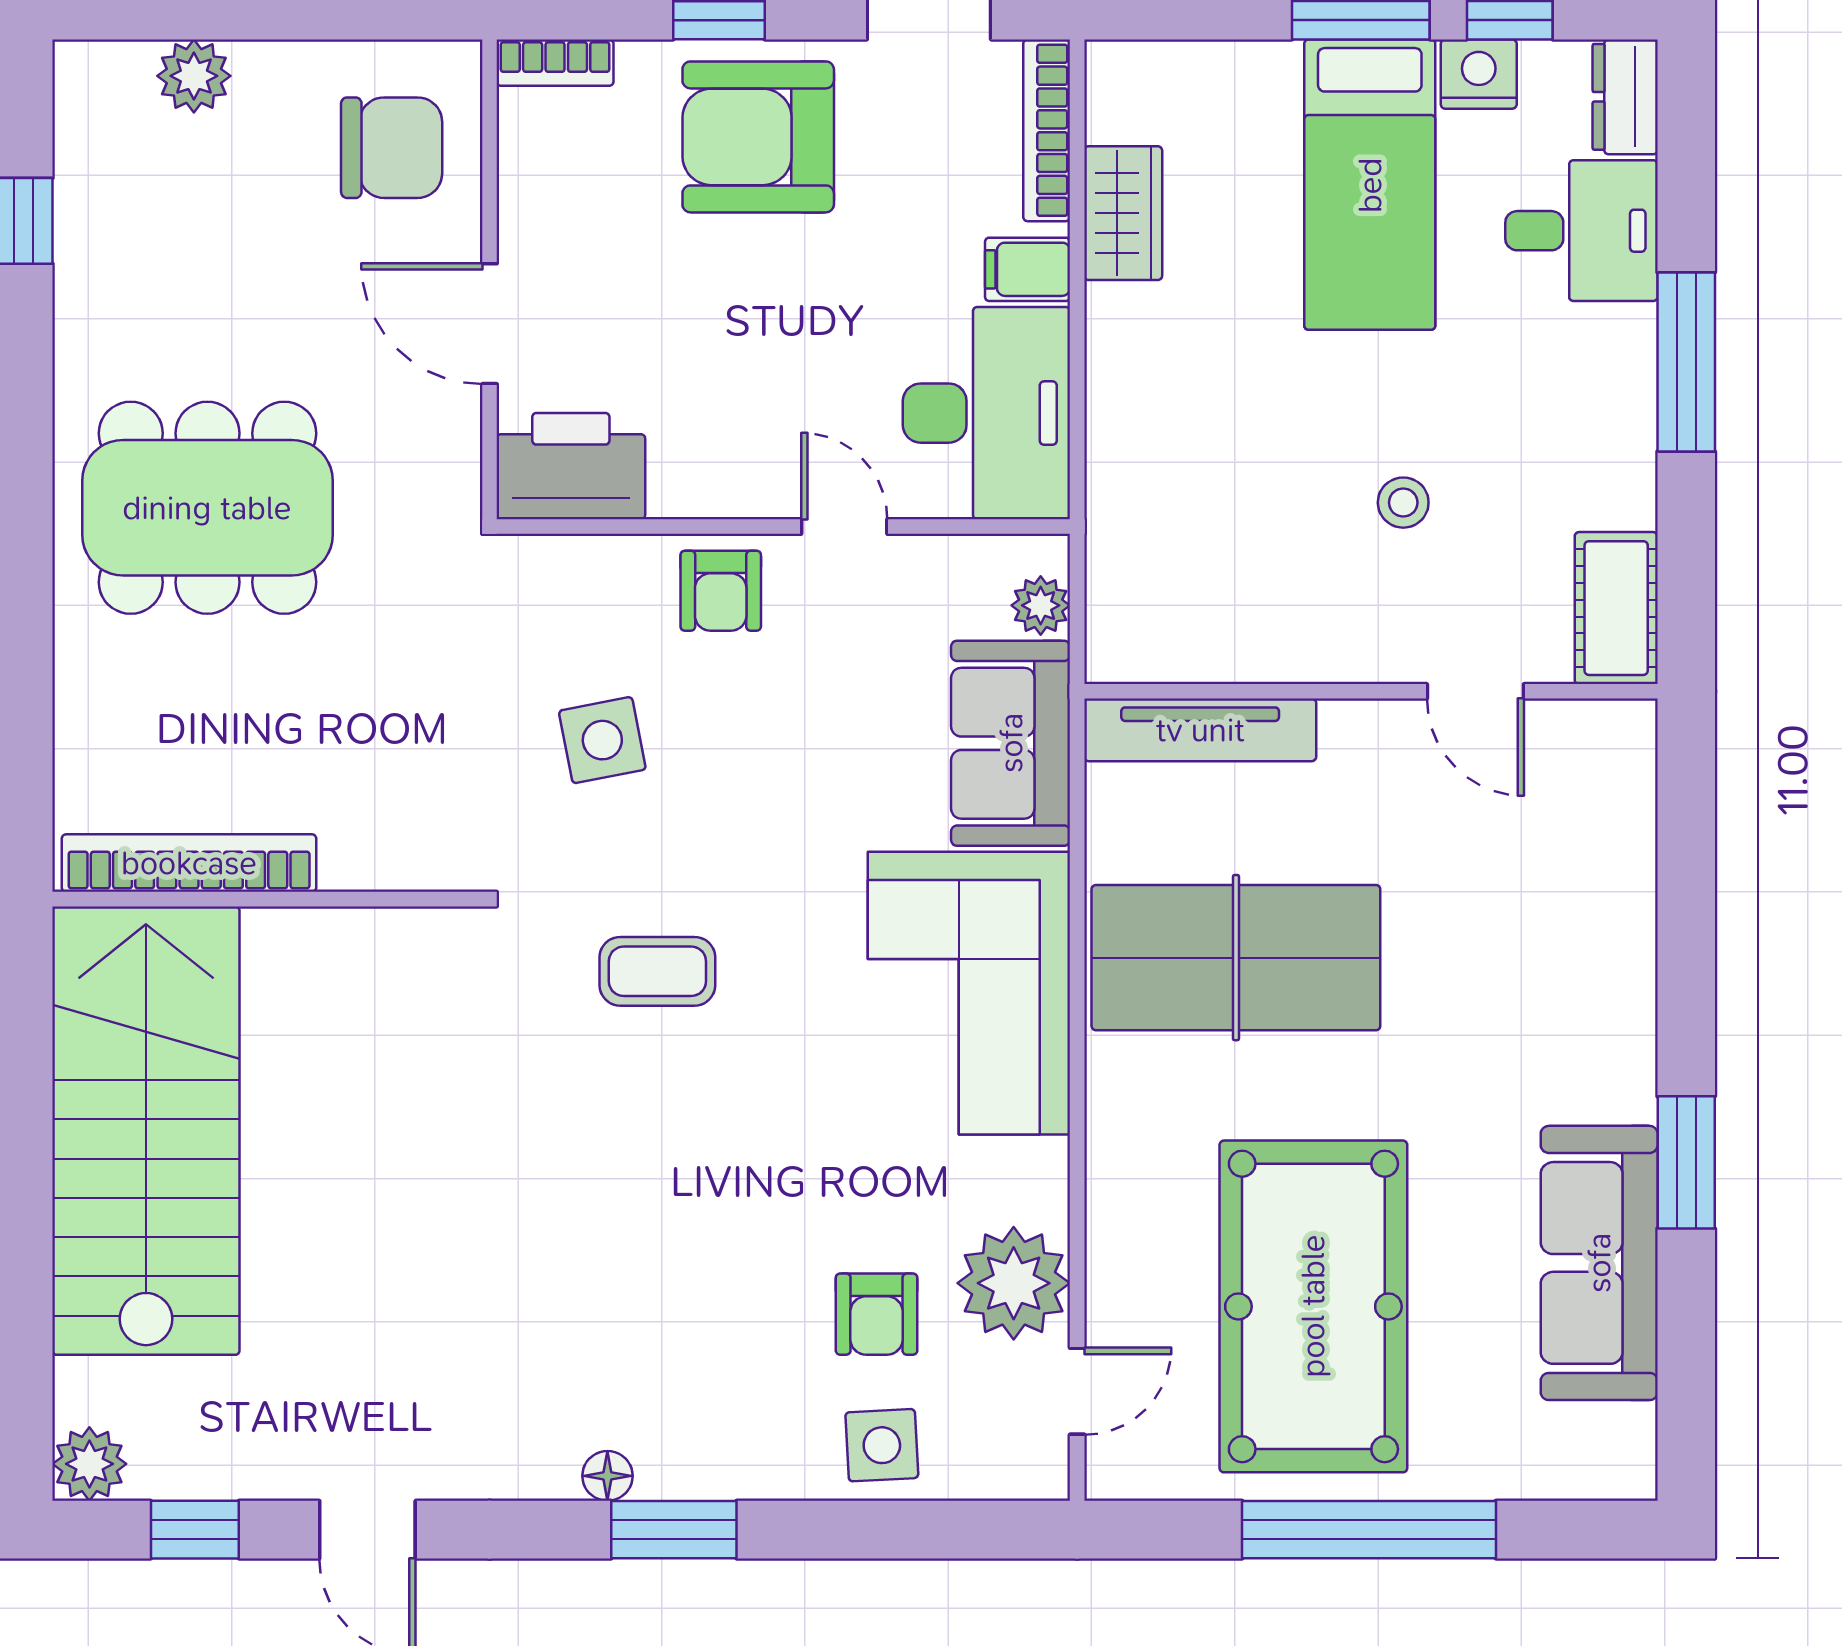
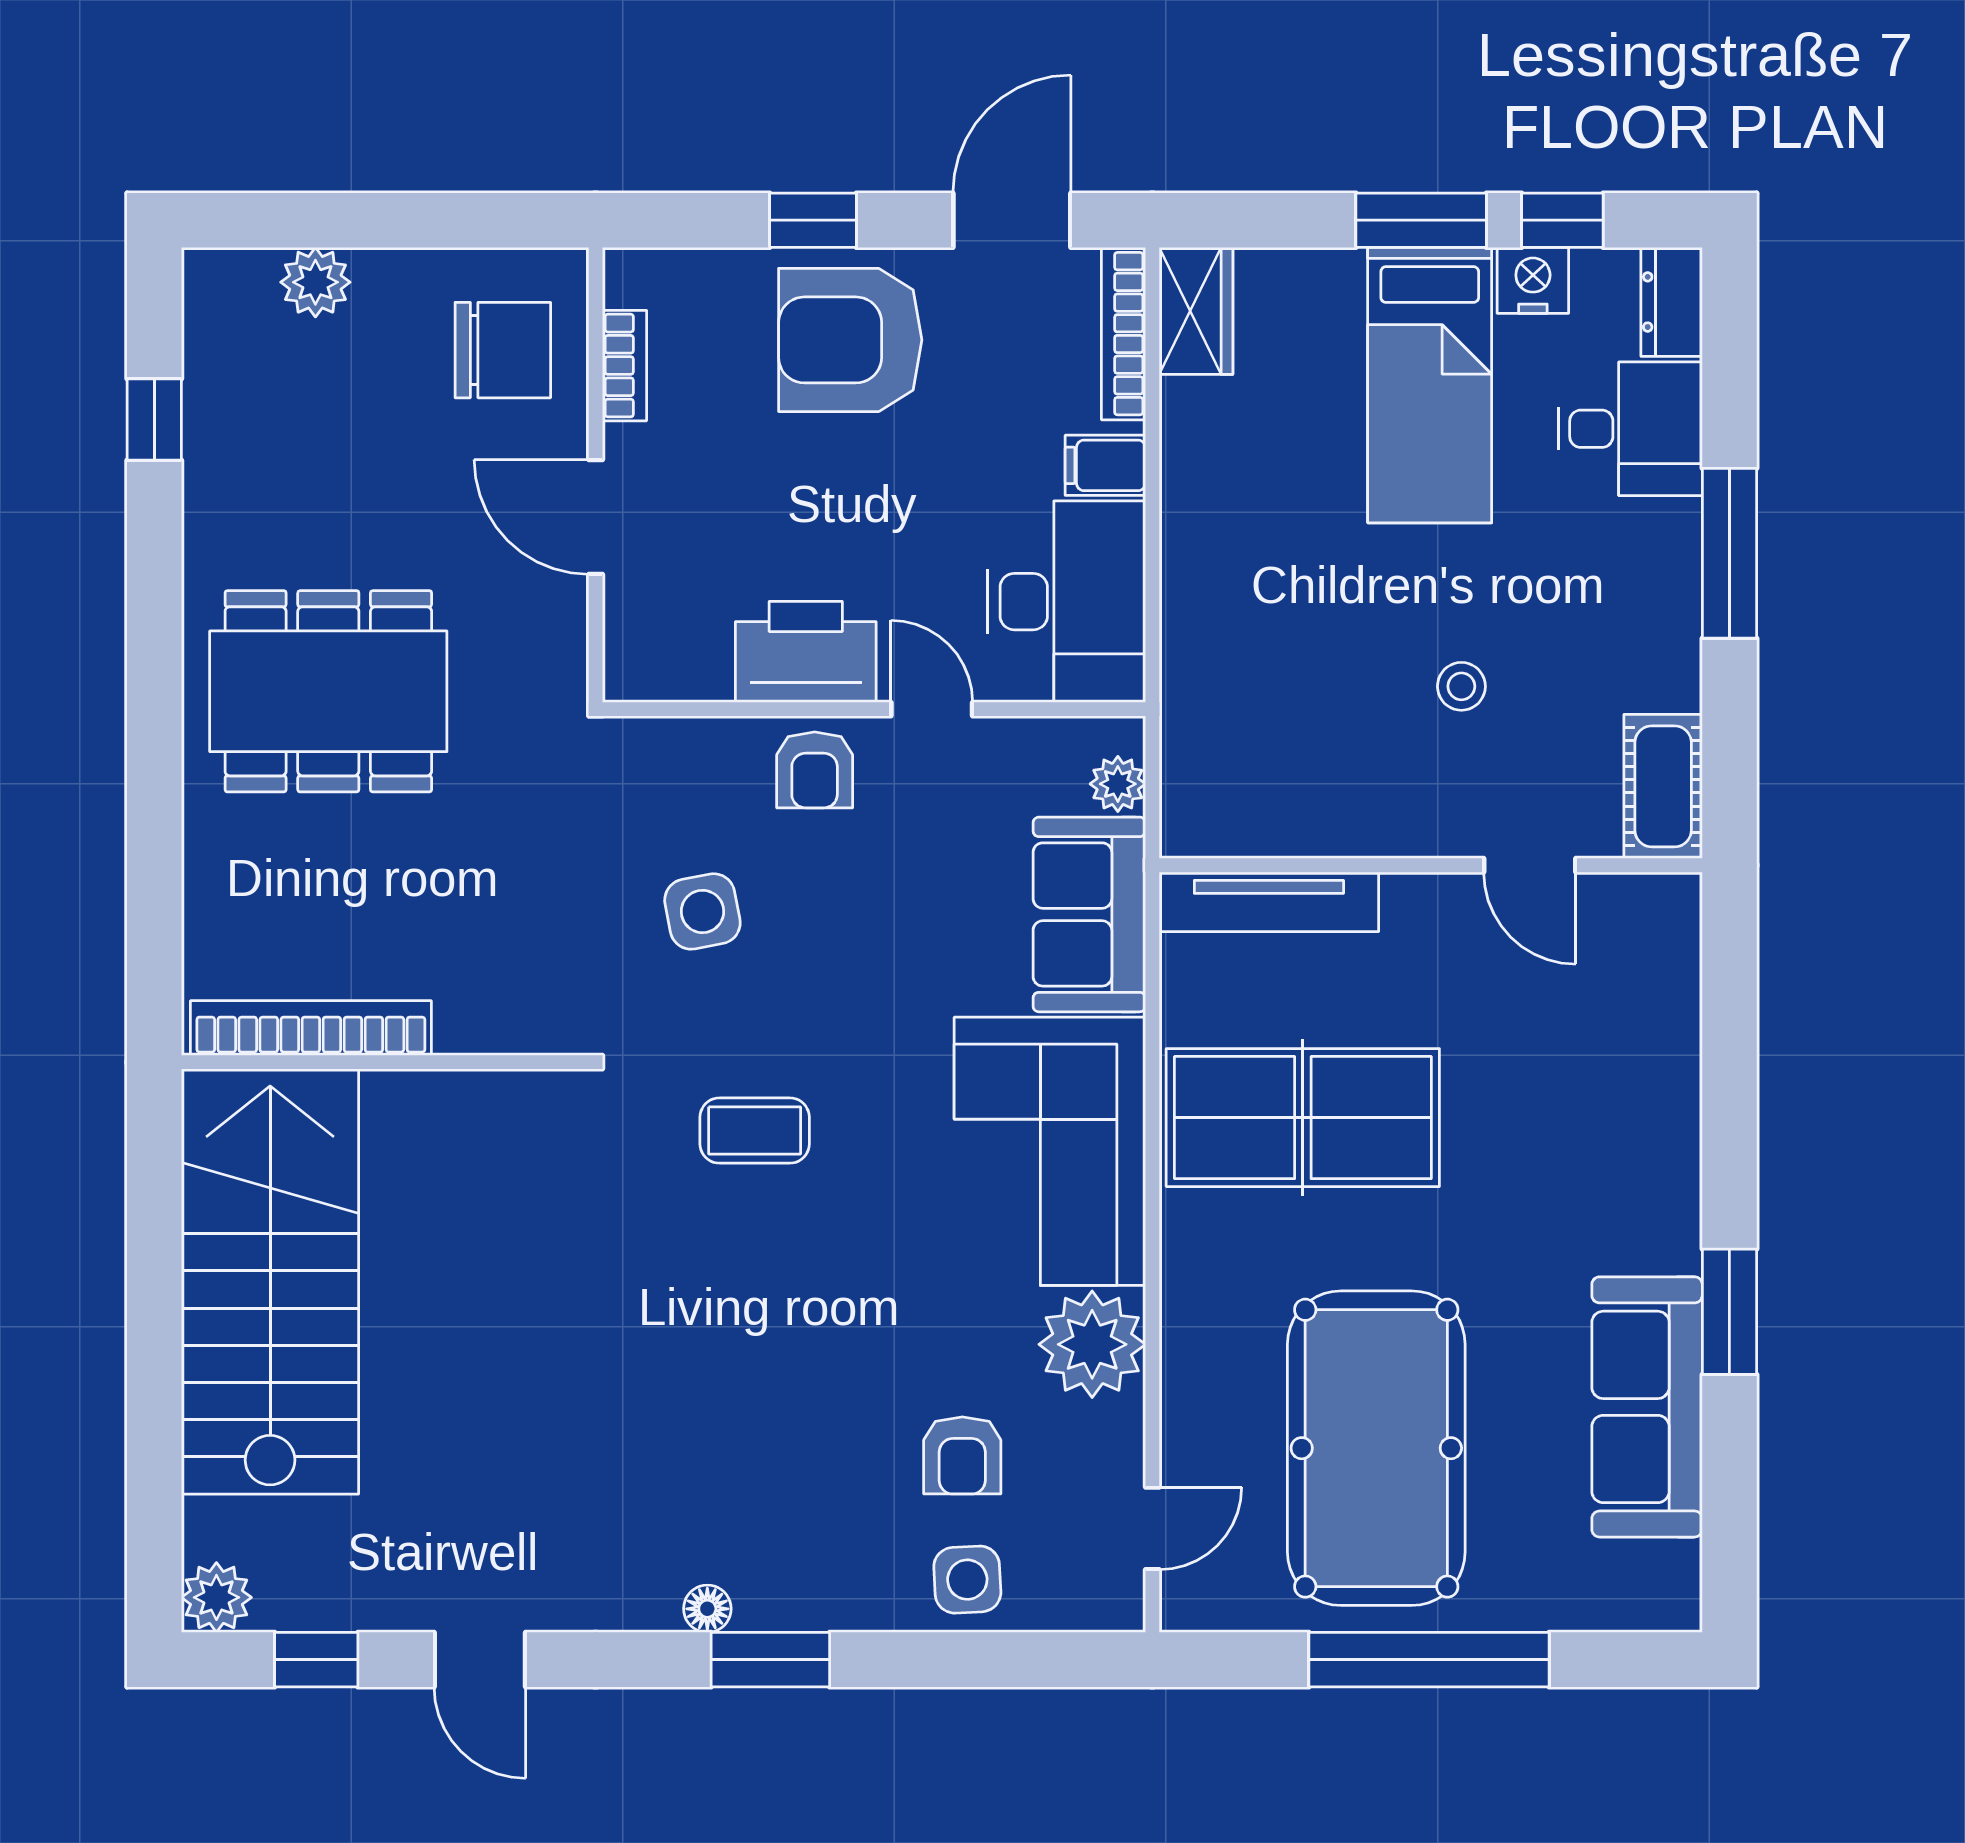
bookcase: (555, 63) -> (624, 366), moved, turned -90
wardrobe: (1123, 213) -> (1196, 311), moved
printer: (571, 466) -> (806, 652), moved
plant: (1014, 1283) -> (1092, 1344), moved

